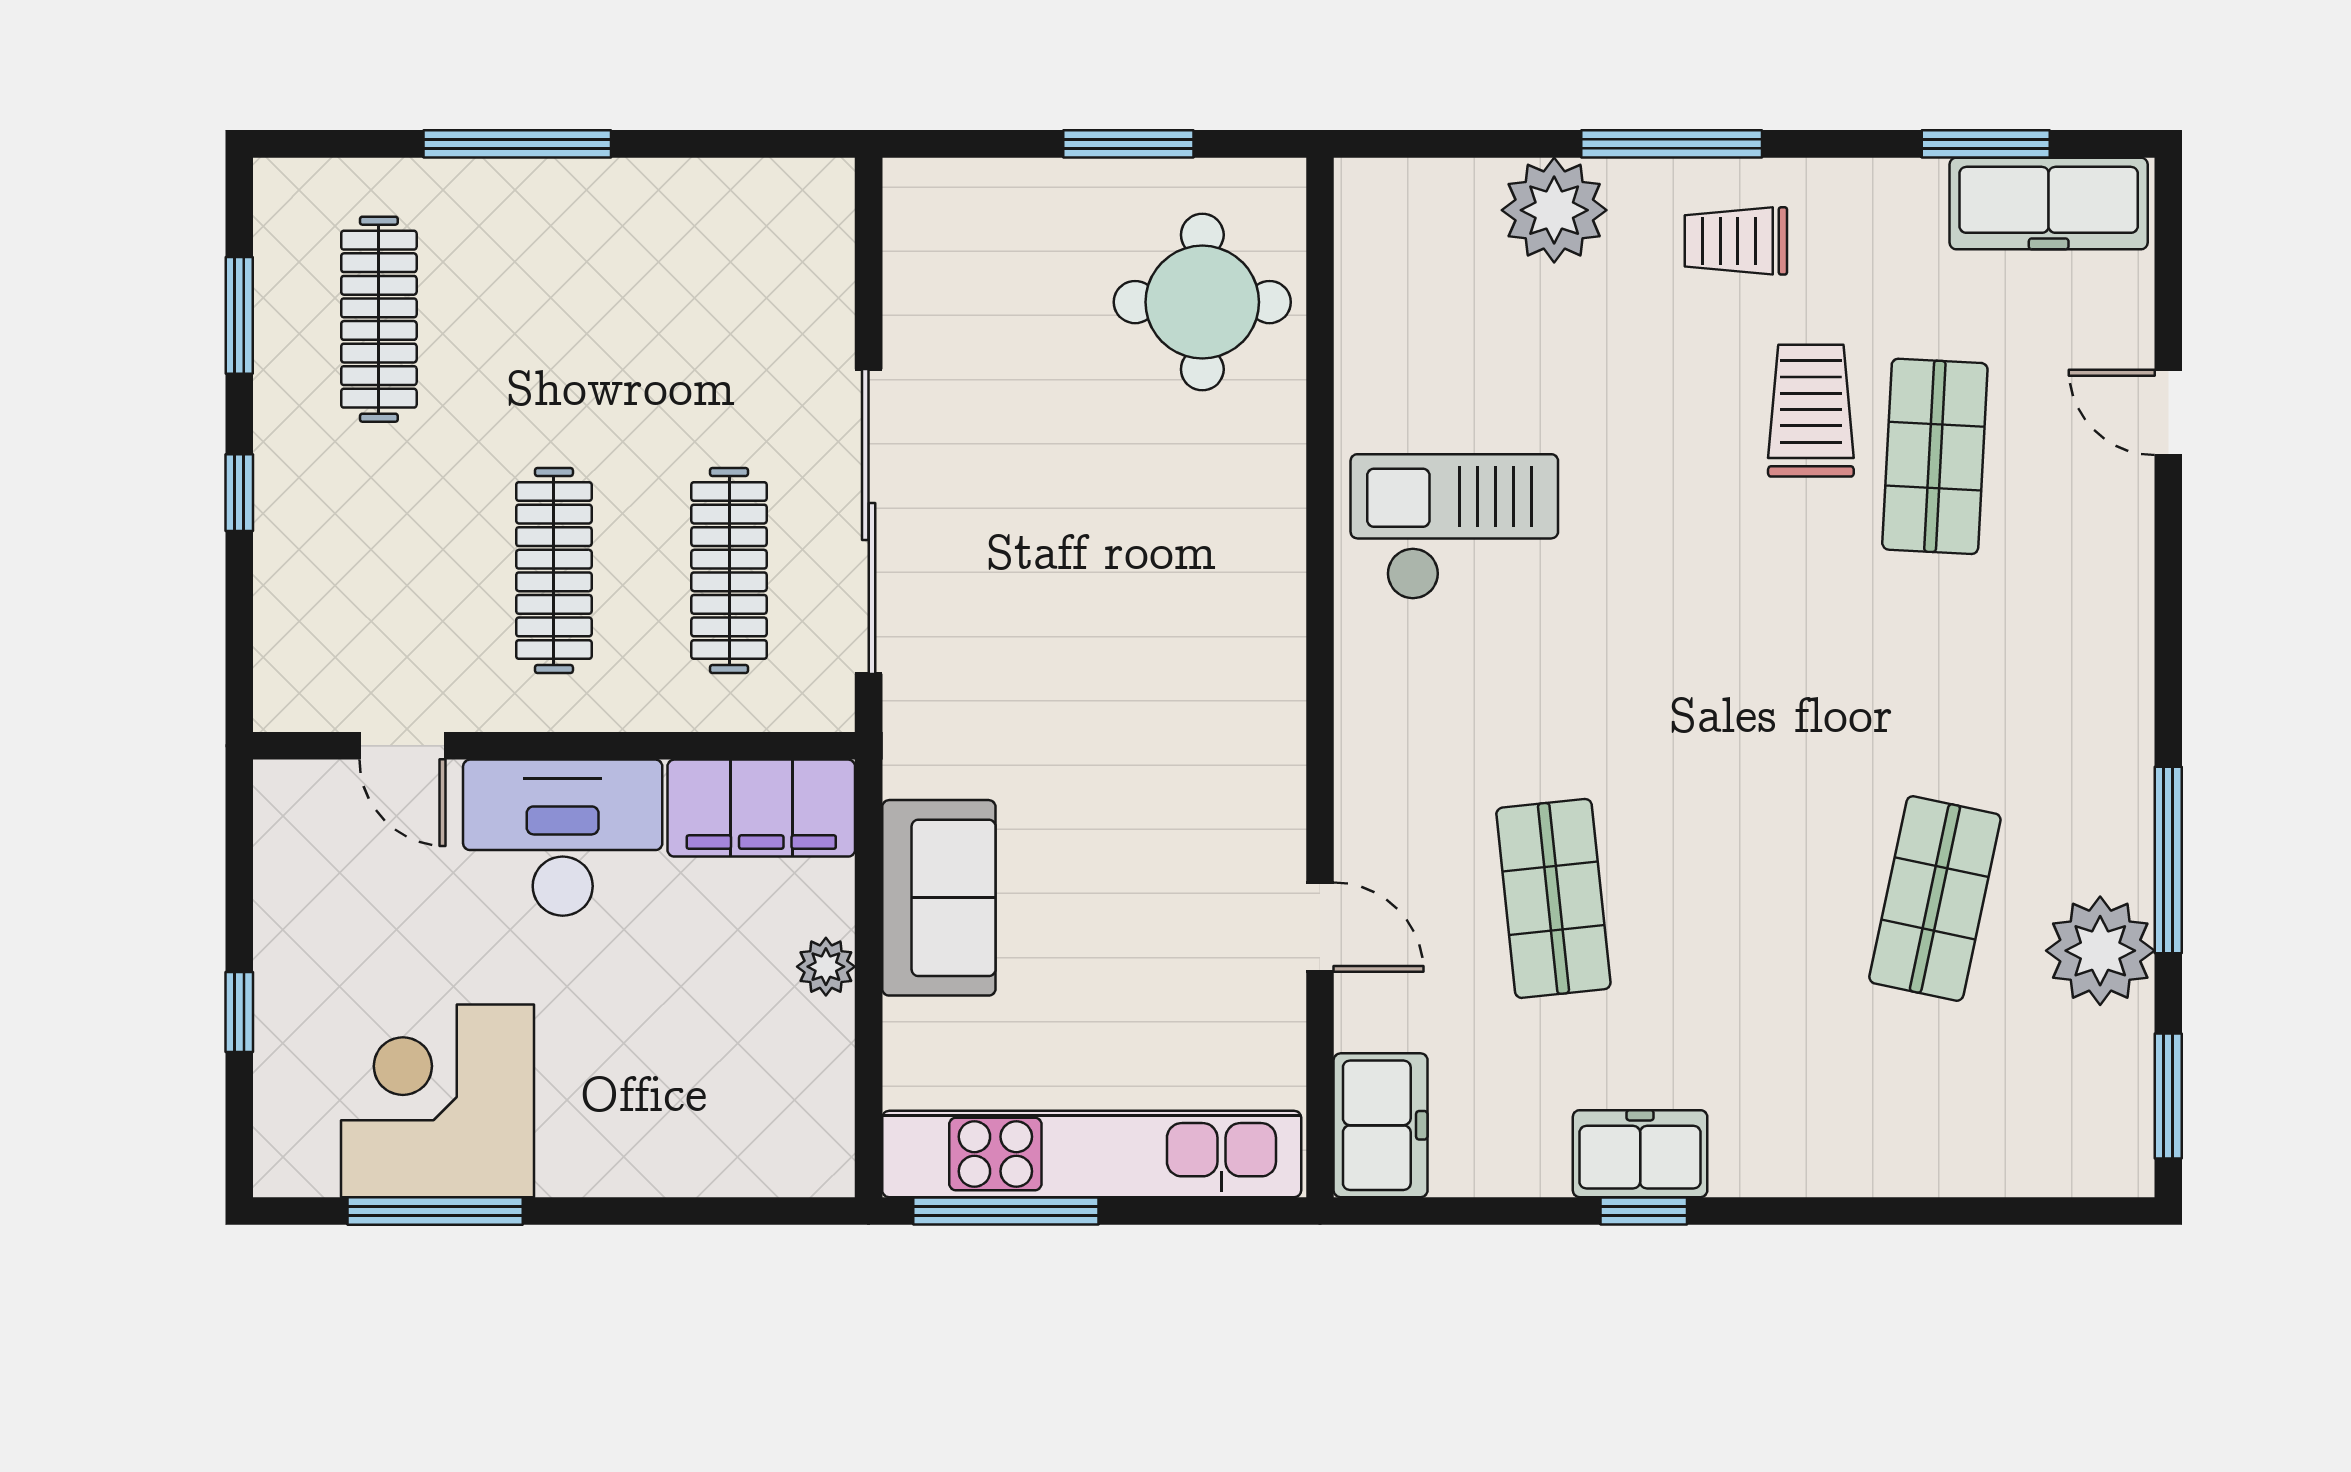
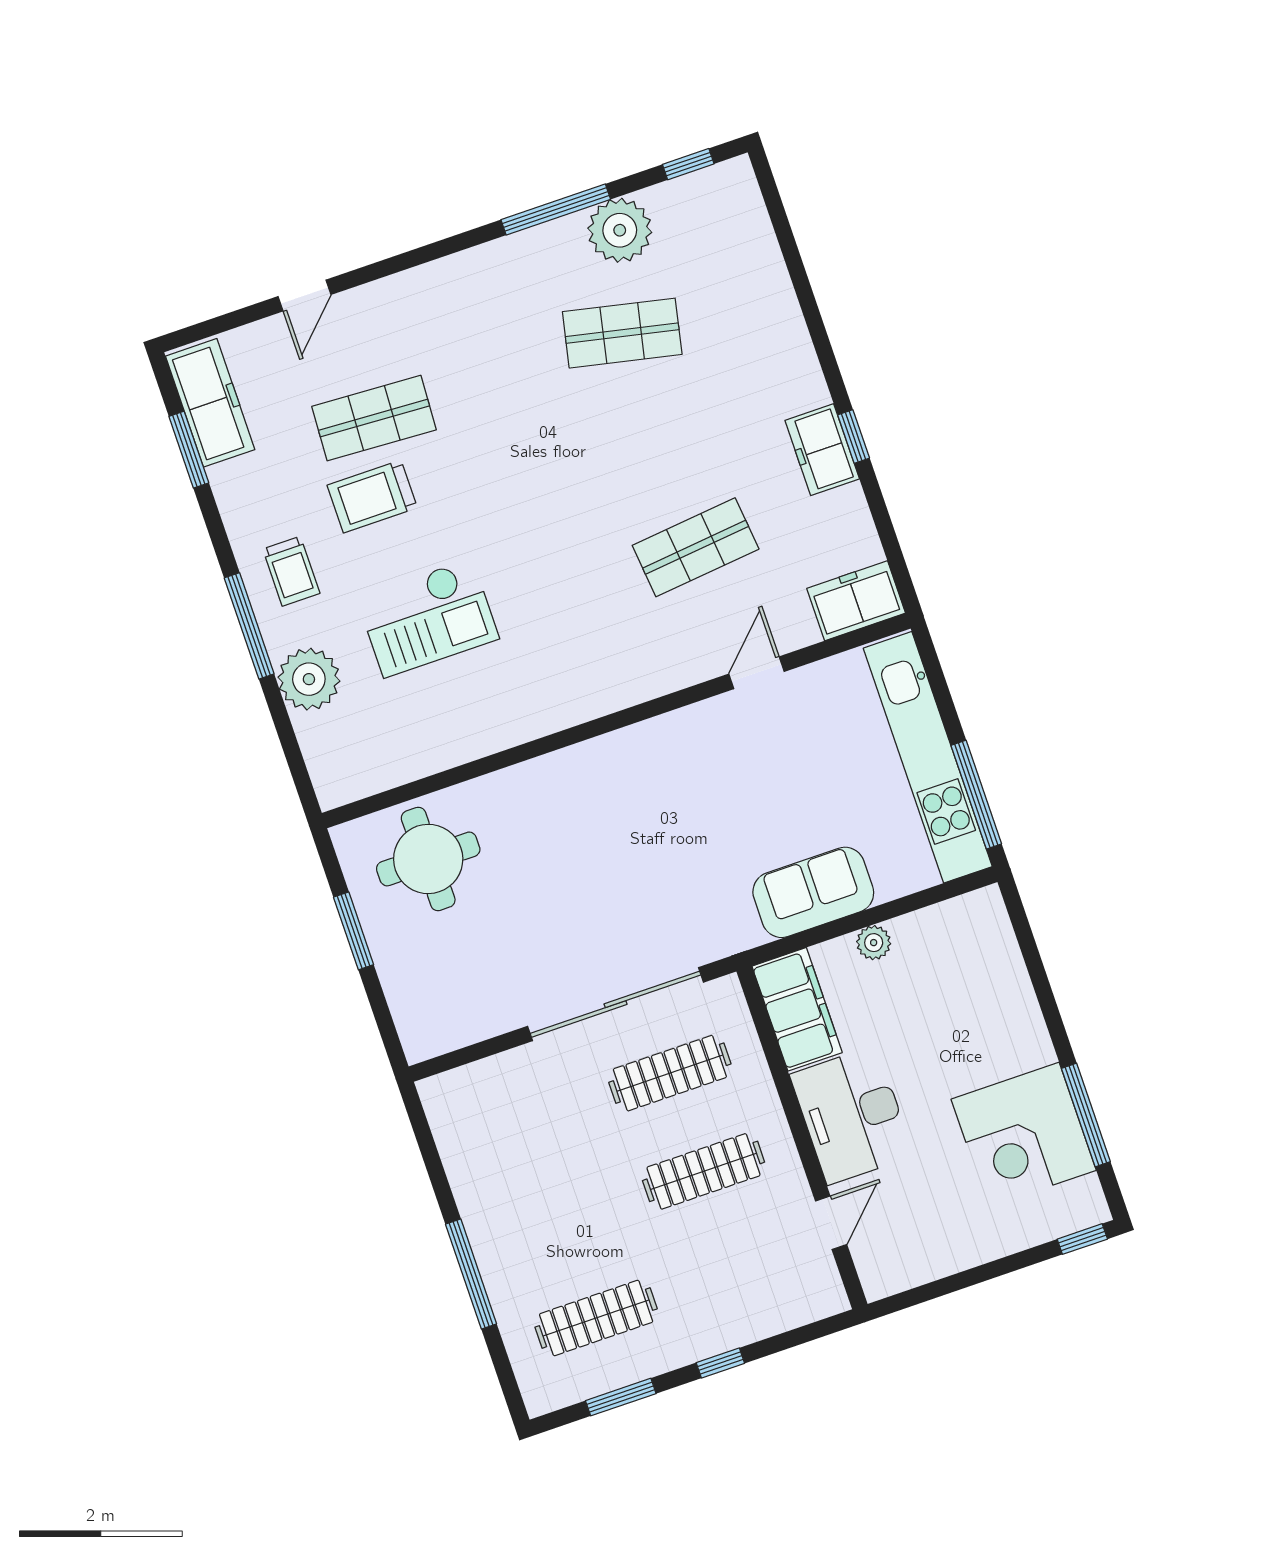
checkout: (1454, 527) -> (428, 618), moved, turned -90
window: (239, 1012) -> (1082, 1239), moved
window: (2168, 1096) -> (688, 164), width x0.67

